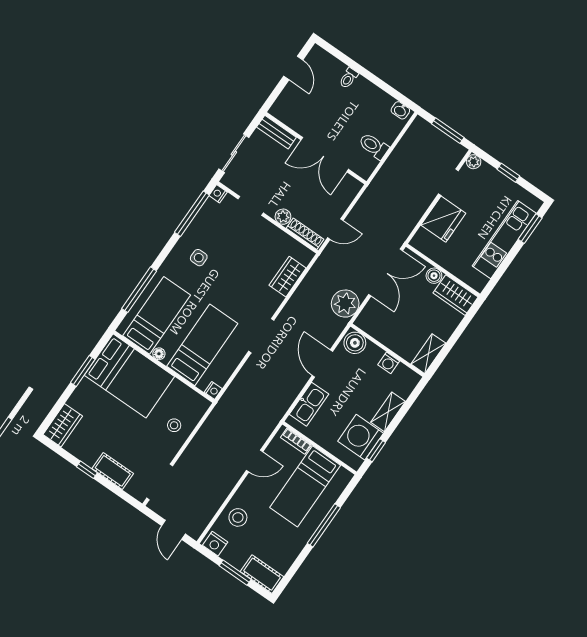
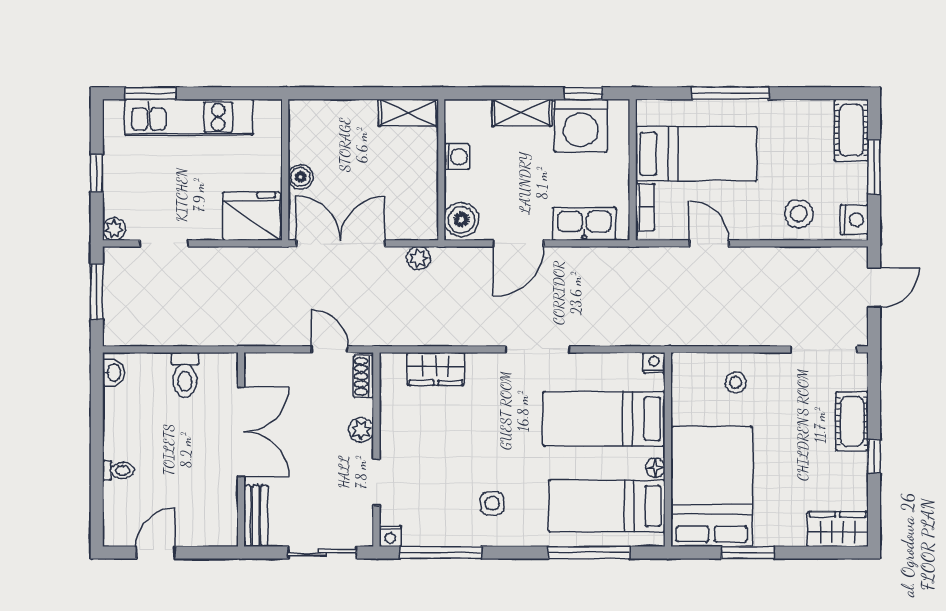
fridge: (443, 219) -> (251, 216), moved
shoe rack: (305, 234) -> (363, 376), width x0.70
wardrobe: (456, 295) -> (306, 131), removed
plant: (345, 304) -> (419, 258), width x0.53, depth x0.53

